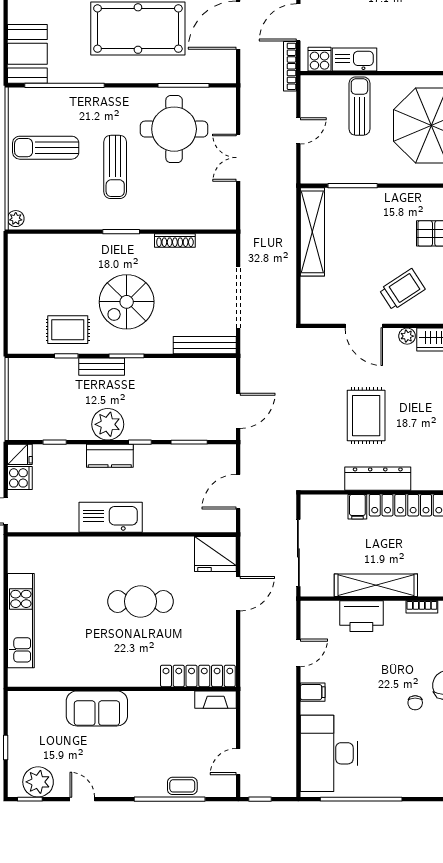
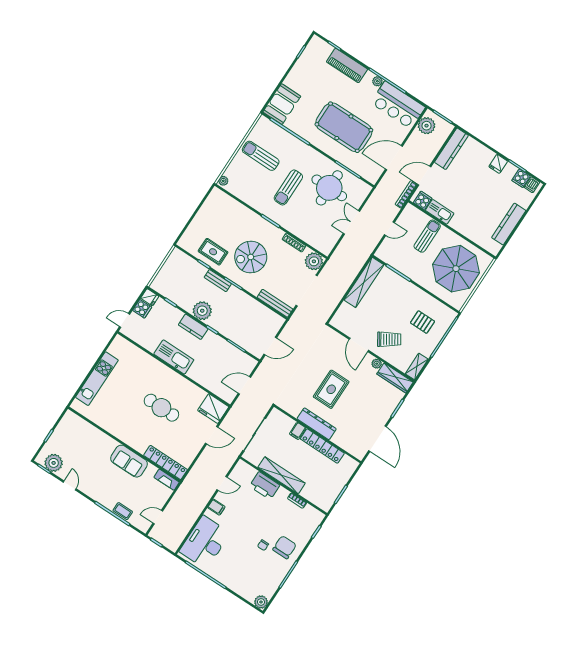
plant: (221, 249) -> (314, 261), added
sofa: (97, 708) -> (129, 461), moved

